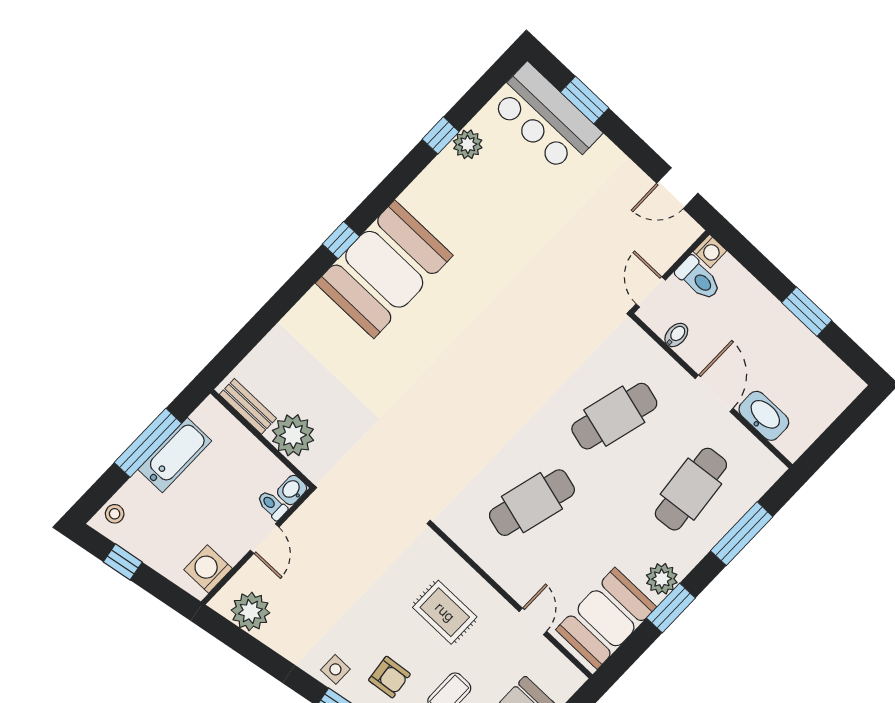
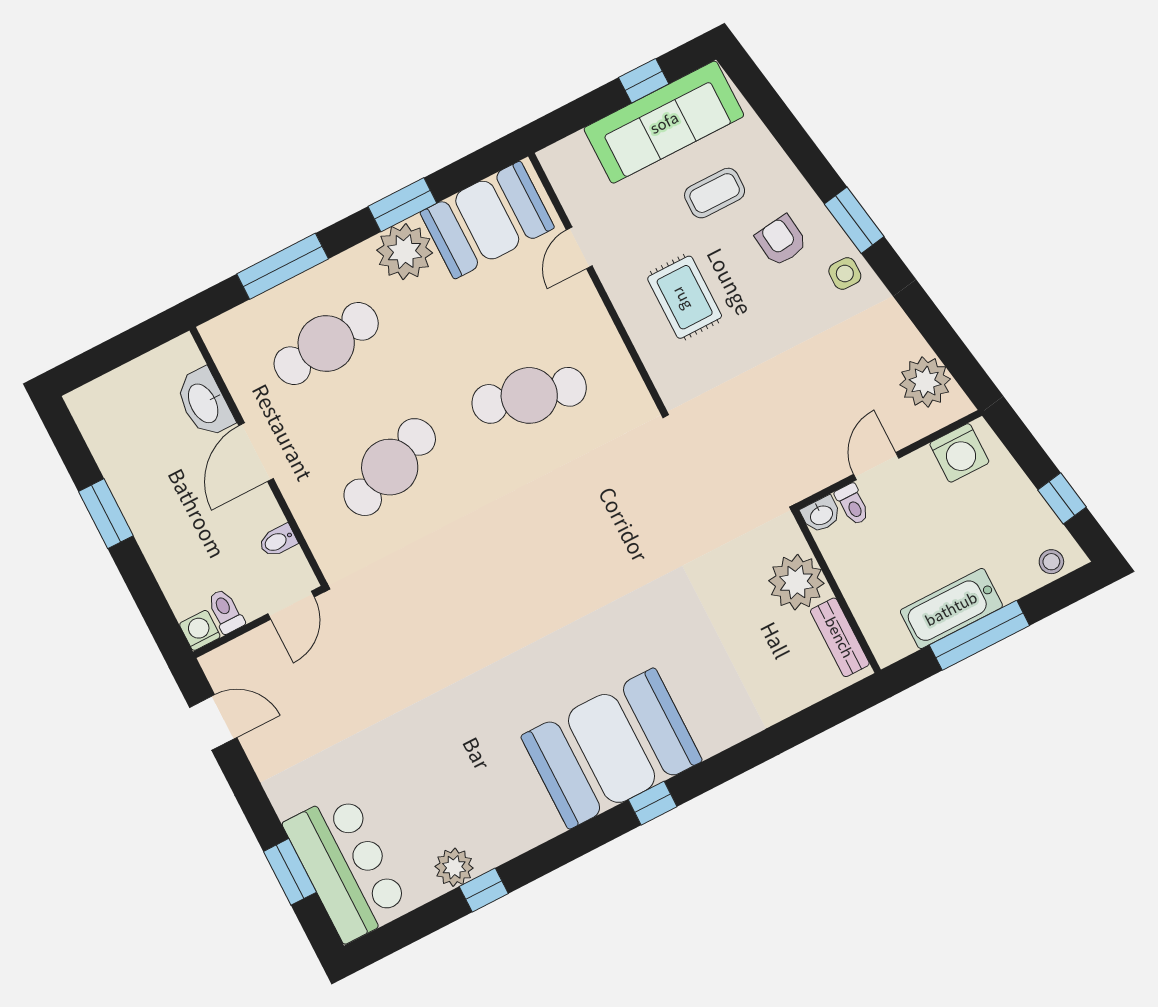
toilet: (698, 278) -> (226, 611), width x0.73, depth x0.72
cafe table: (614, 416) -> (390, 467), turned -36
plant: (662, 579) -> (405, 252), width x1.36, depth x1.36

